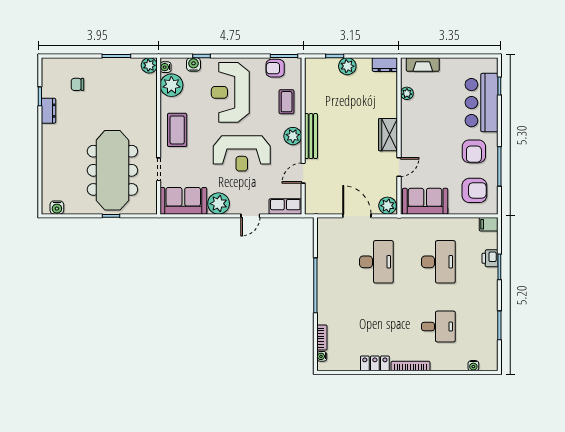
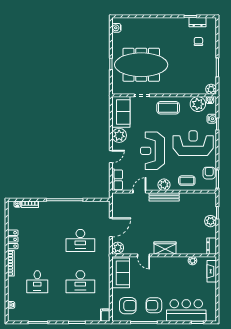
dresser: (48, 111) -> (198, 22), moved
door: (303, 173) -> (139, 192), hinge flipped
armchair: (474, 190) -> (128, 306), turned -90
door: (250, 216) -> (111, 157), swing flipped
printer: (490, 258) -> (83, 316), removed

